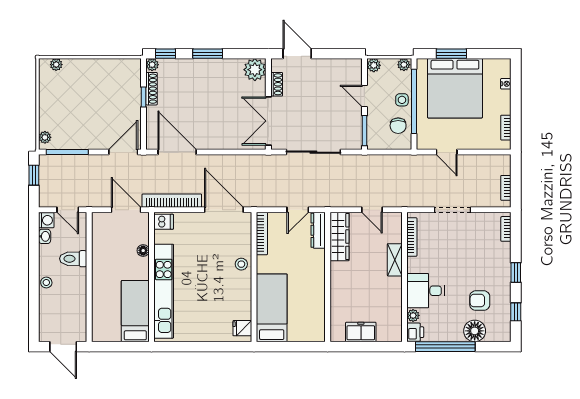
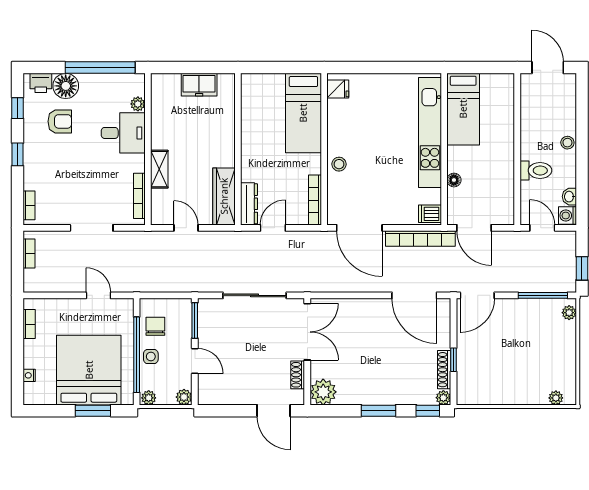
printer: (415, 332) -> (41, 83), moved, turned -90

